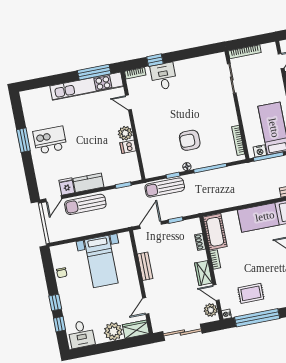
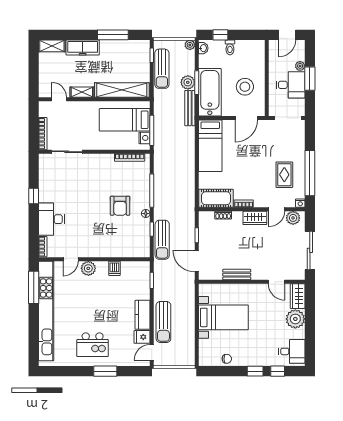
window: (155, 60) -> (34, 196), moved
desk: (164, 76) -> (51, 219), width x1.37
kitchen unit: (87, 86) -> (46, 311), width x1.36
plant: (125, 133) -> (88, 268), moved
window: (23, 140) -> (105, 371), moved
kitchen island: (50, 140) -> (93, 345), turned -90
door: (54, 199) -> (152, 352), swing flipped

